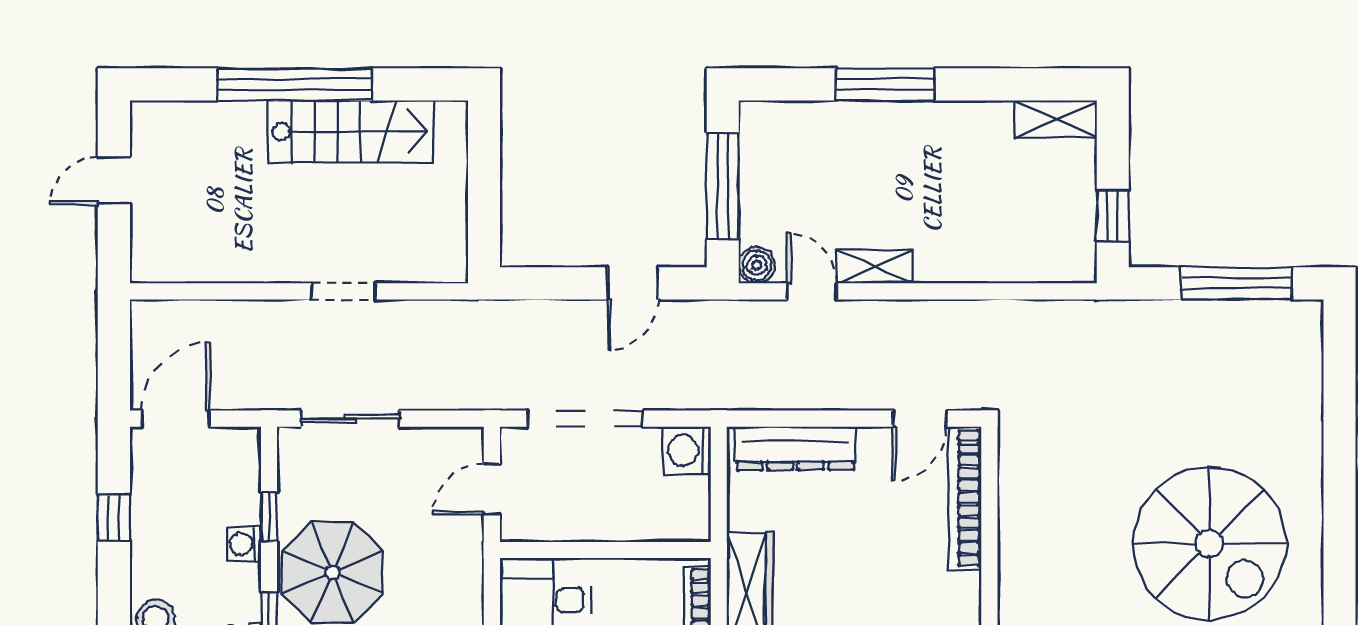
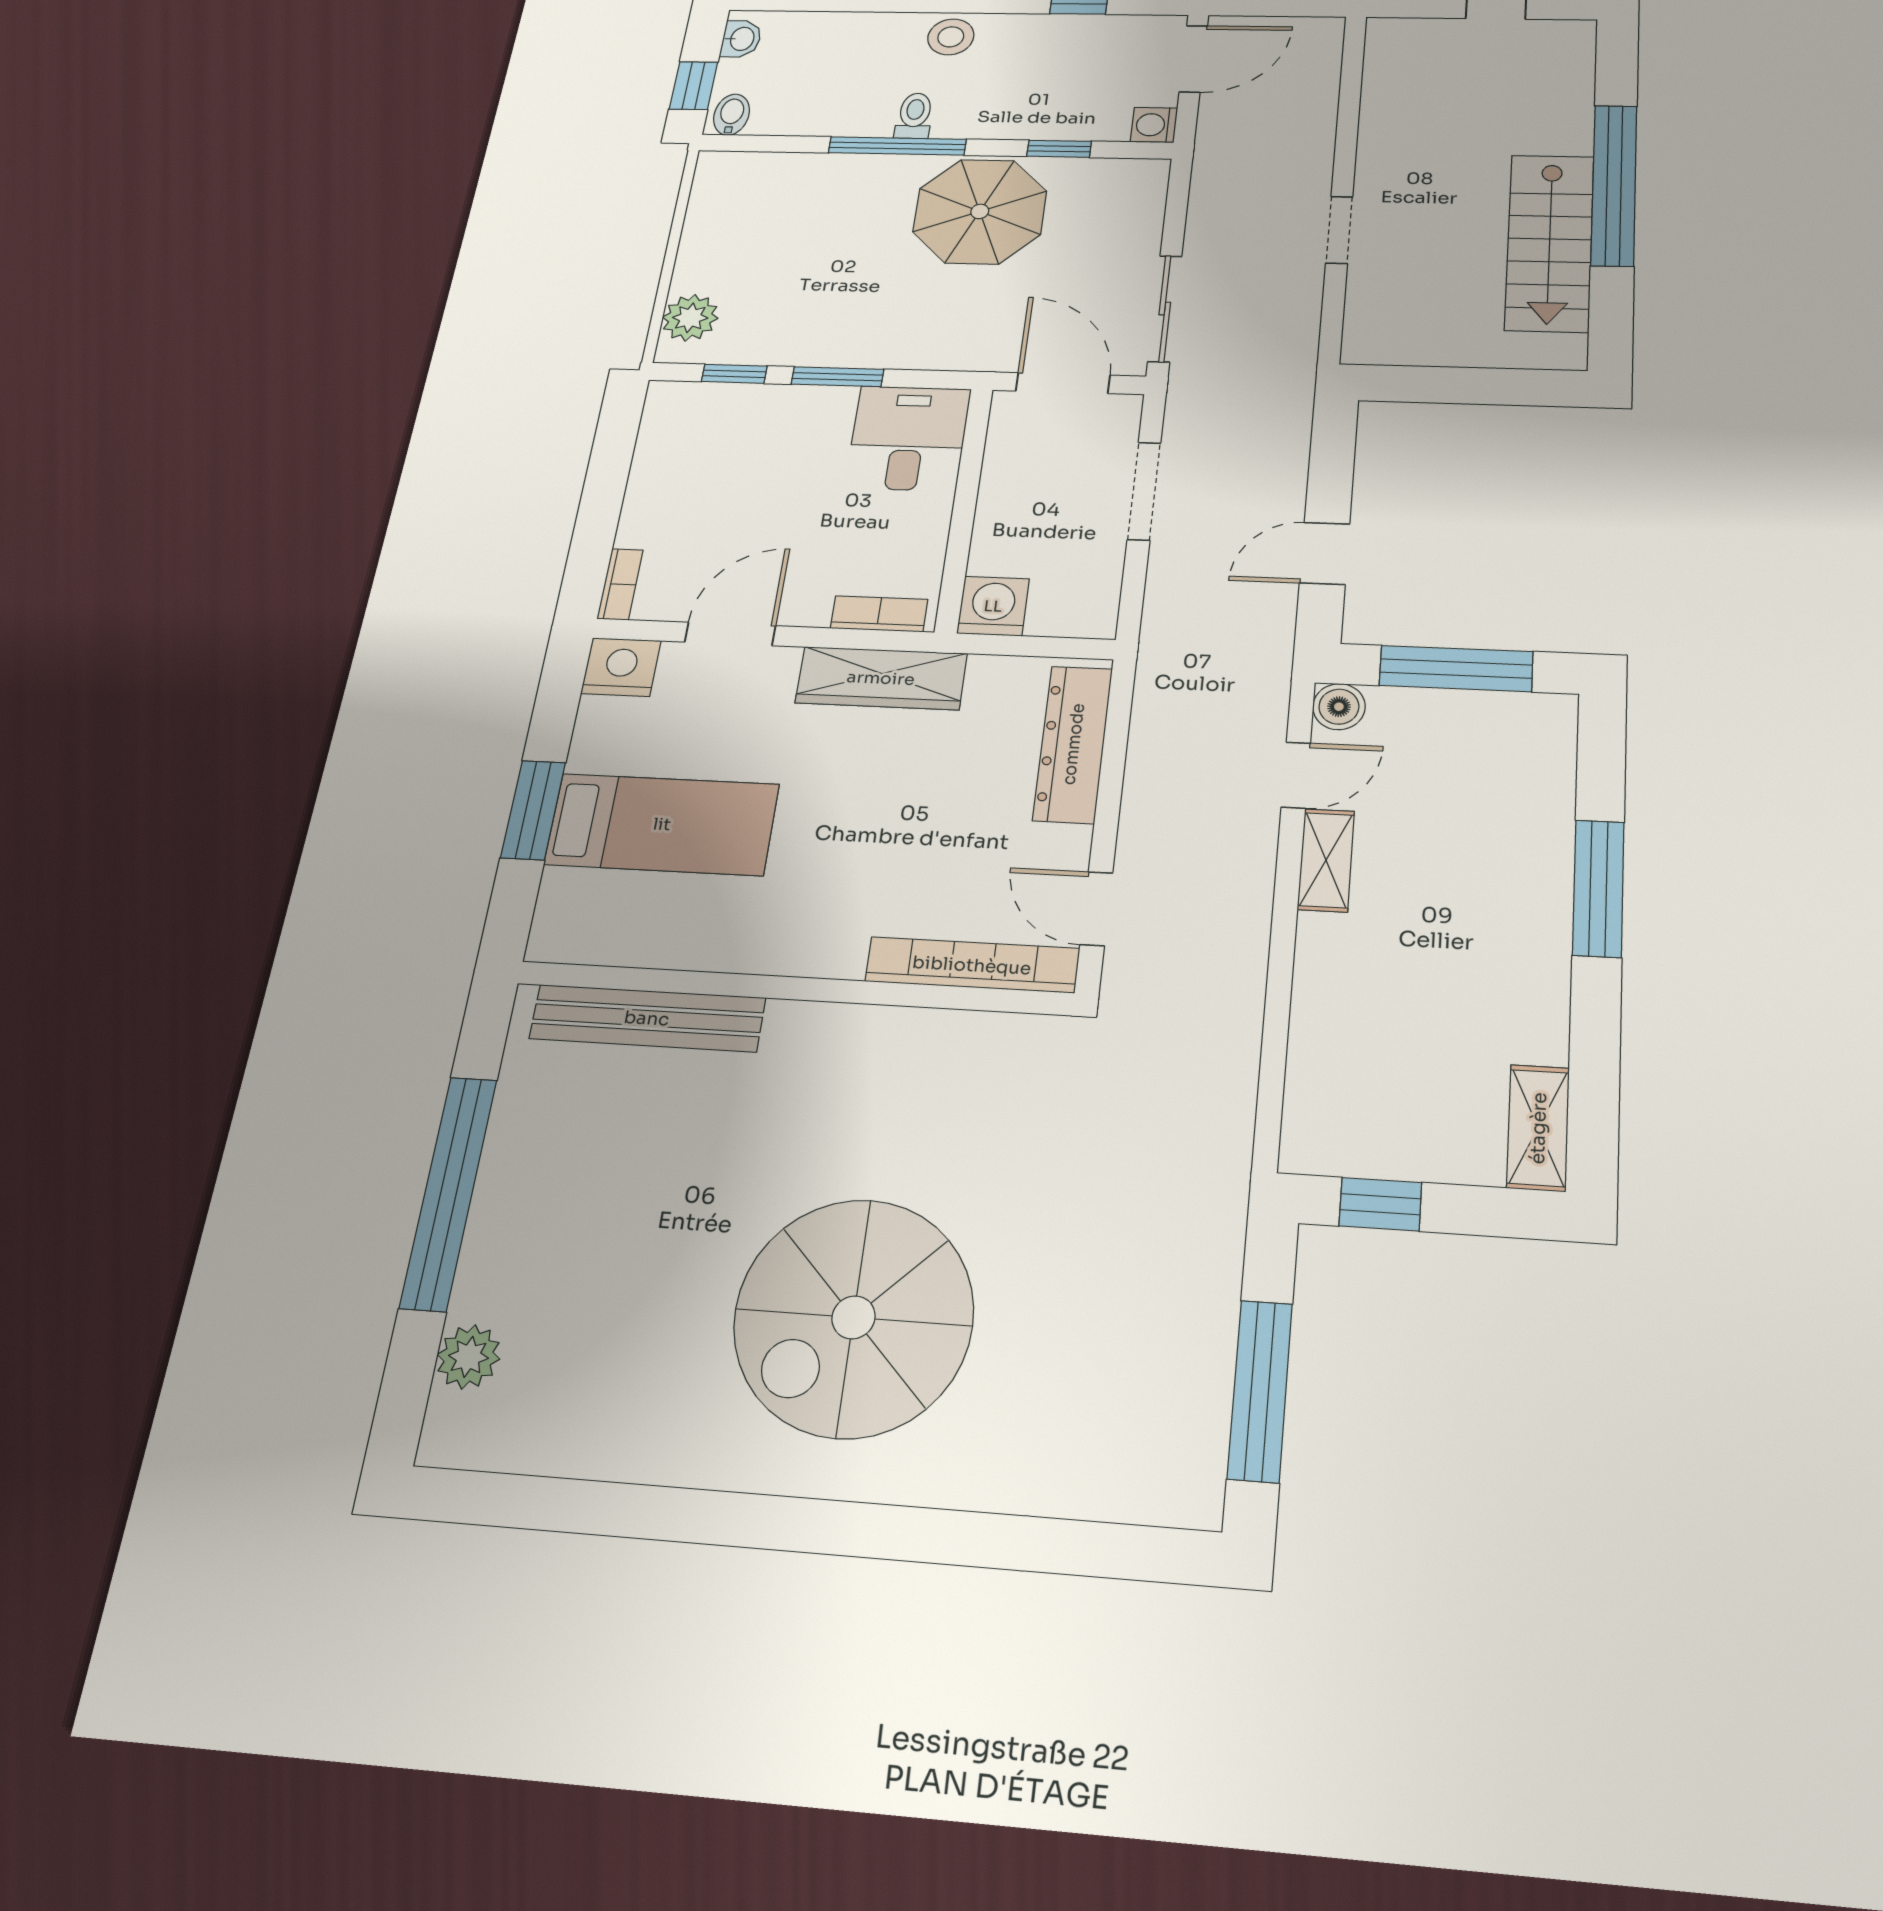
door: (633, 283) -> (1325, 553), hinge flipped
door: (175, 419) -> (1193, 59), hinge flipped
sliding door: (350, 419) -> (1165, 309), moved
doorway: (585, 419) -> (1144, 491), width x0.73
washing machine: (687, 450) -> (993, 606), moved
door: (492, 489) -> (1063, 383), width x1.38
washing machine: (244, 544) -> (1154, 125), moved, turned -90

